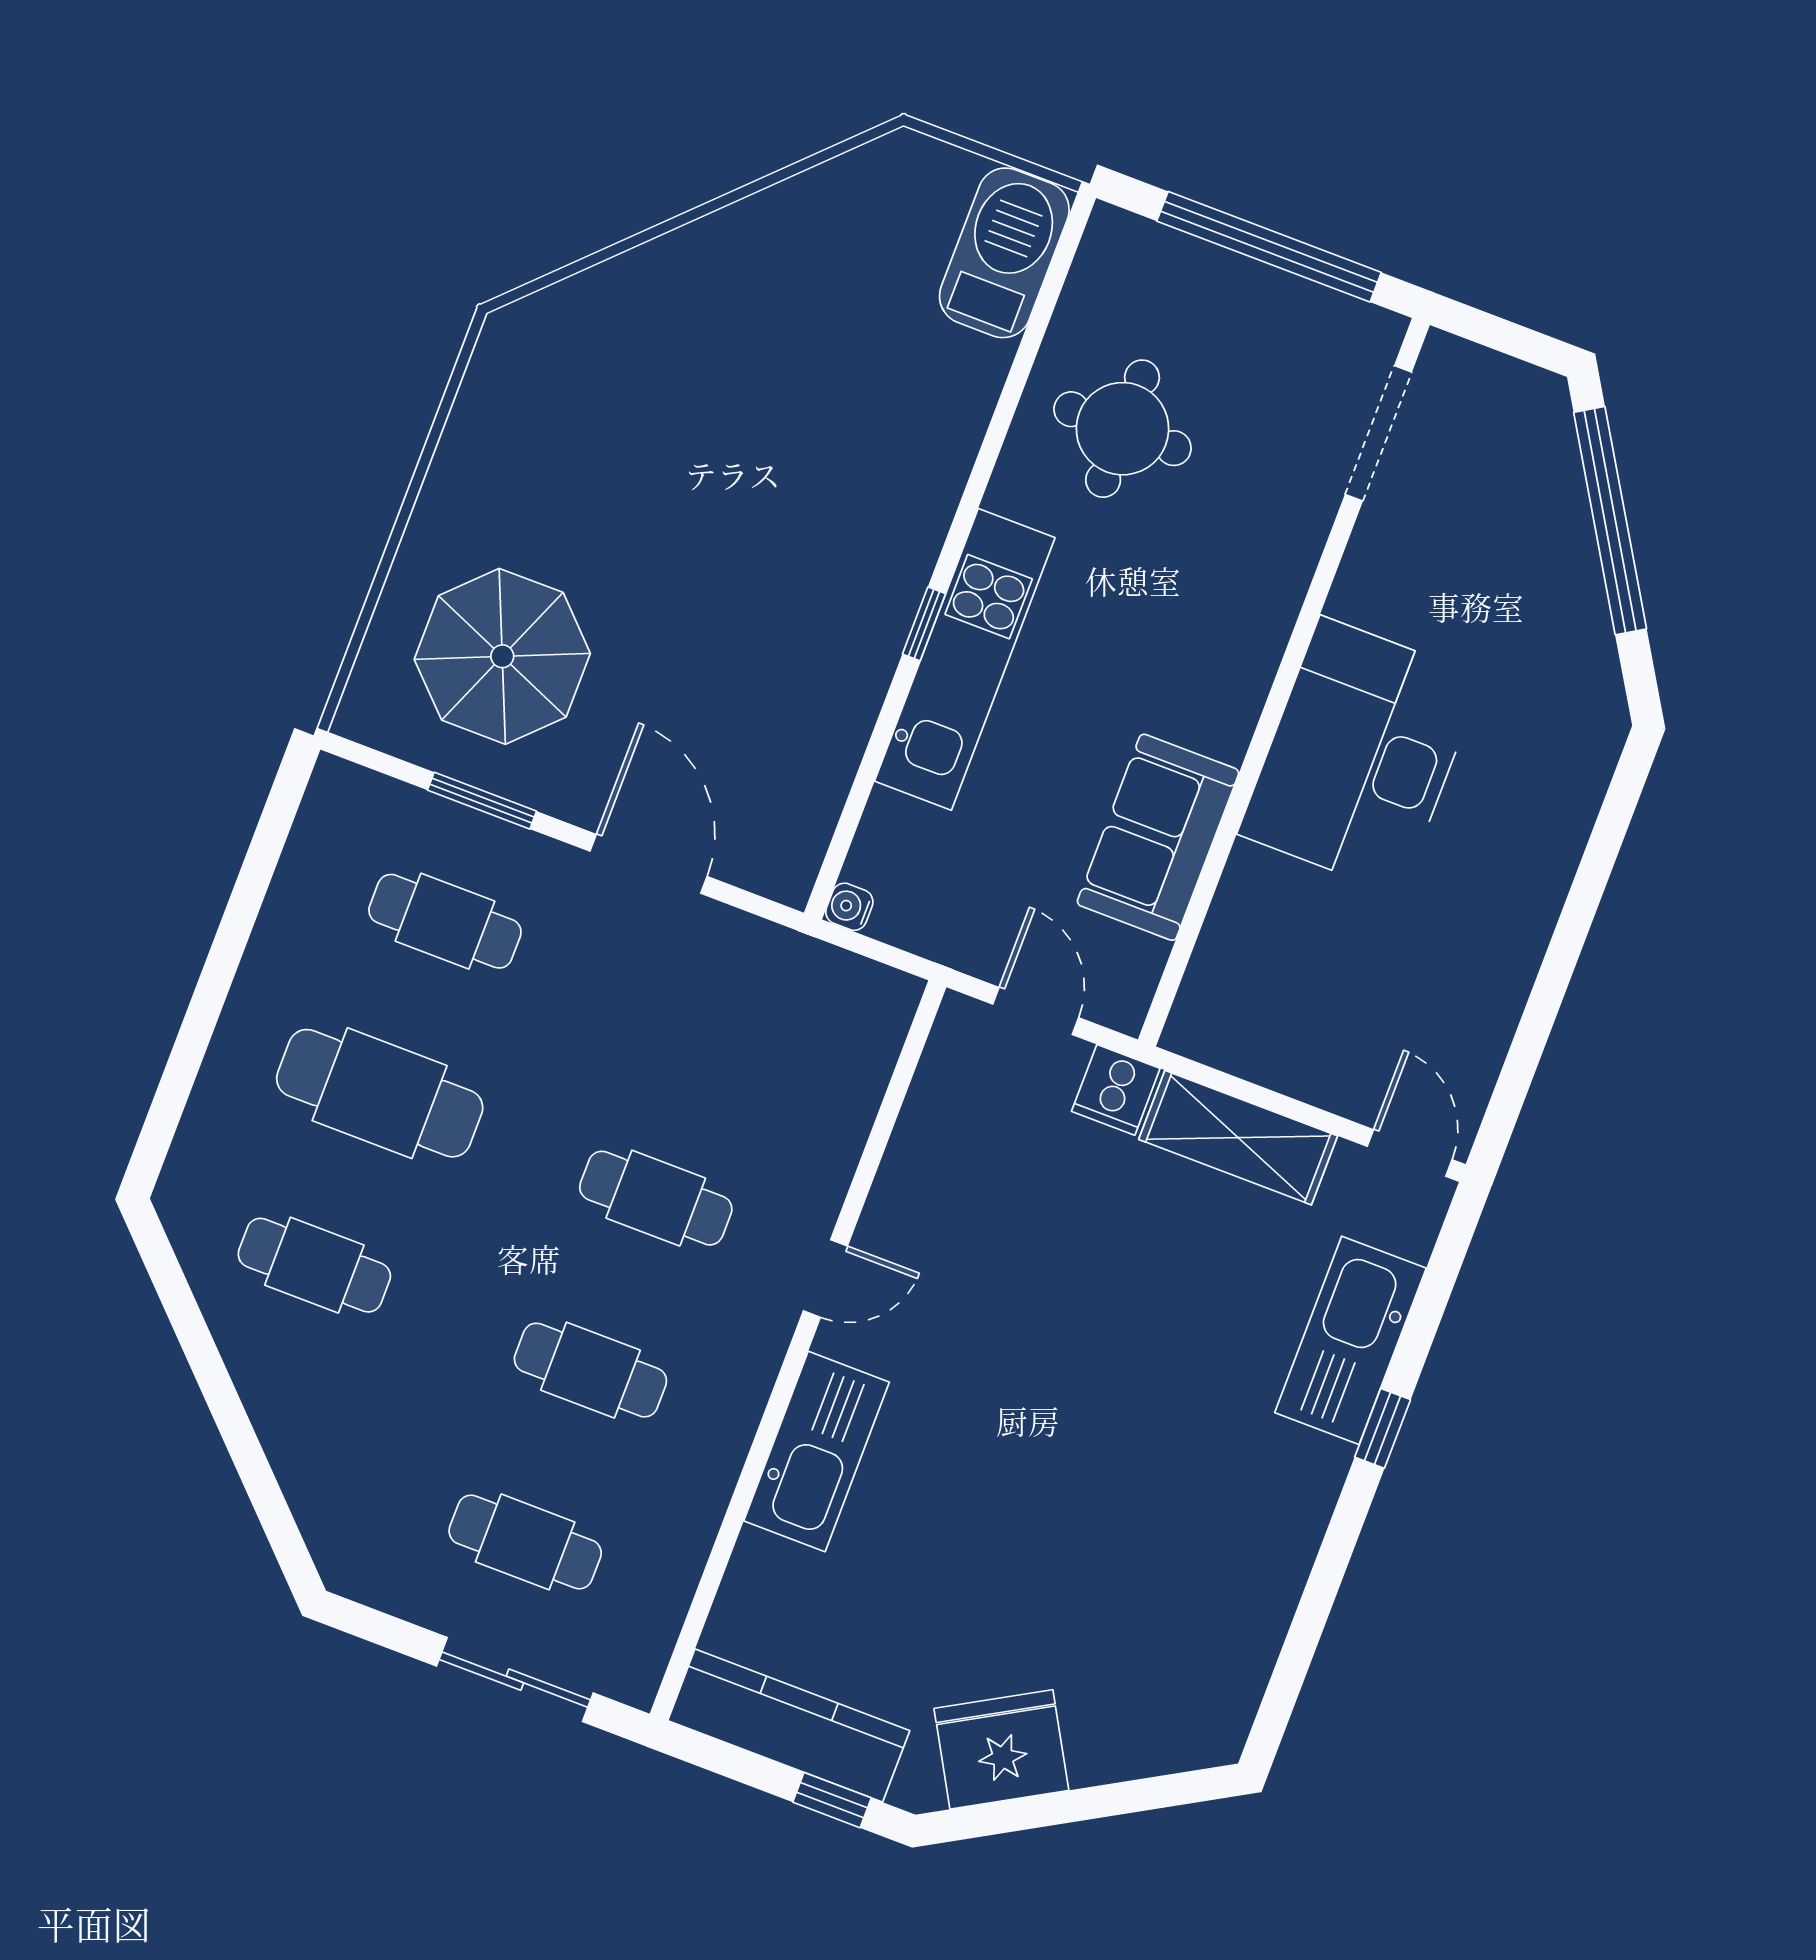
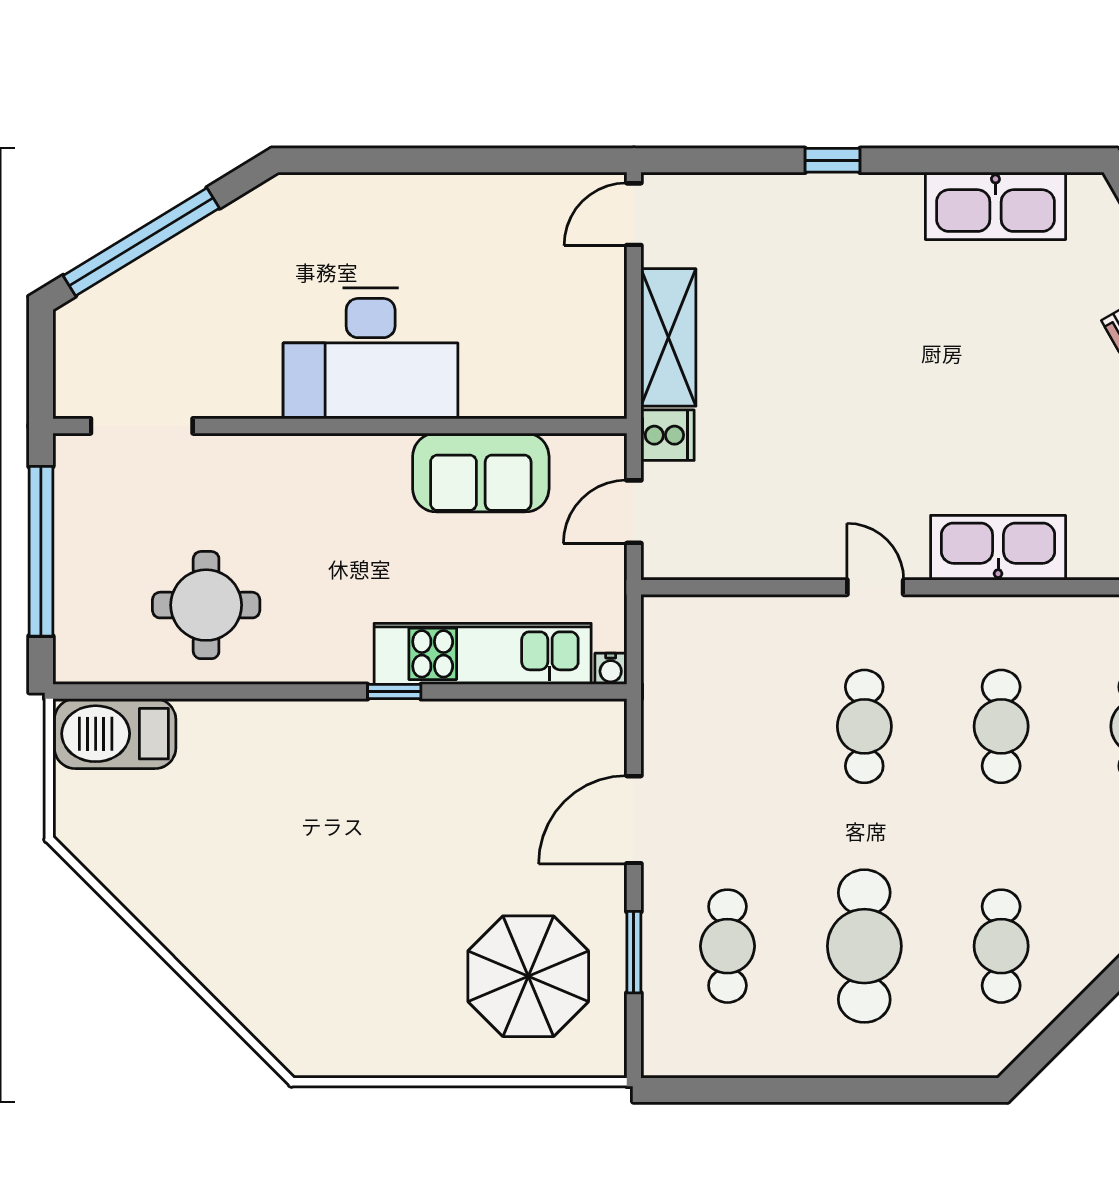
kitchen unit: (965, 659) -> (483, 654), moved
kitchen sink: (1350, 1340) -> (995, 206), moved

